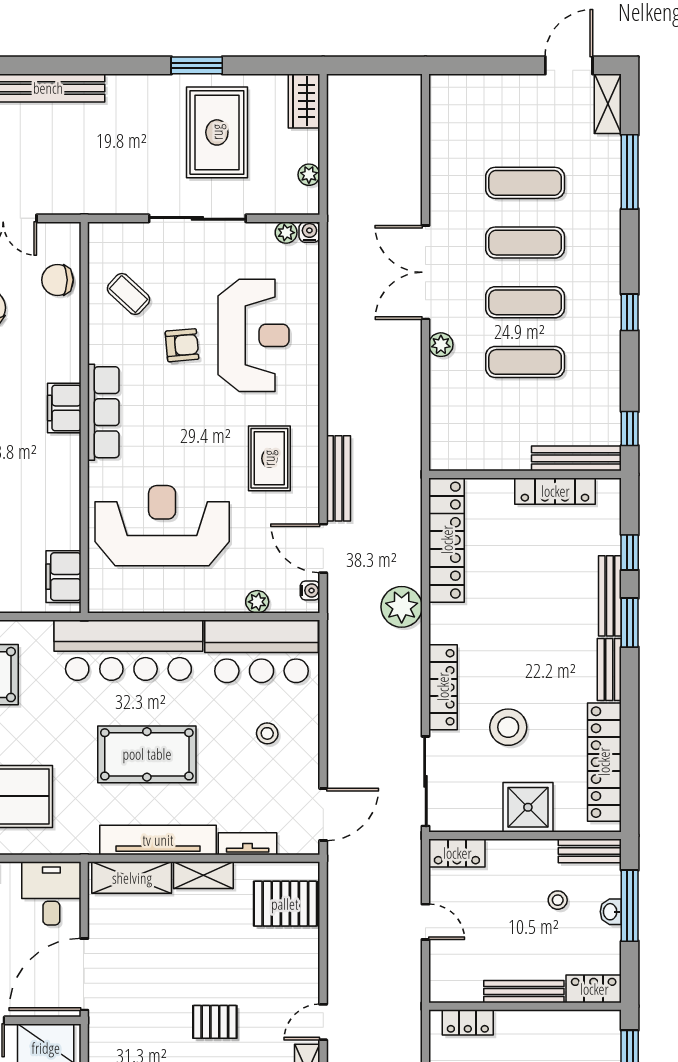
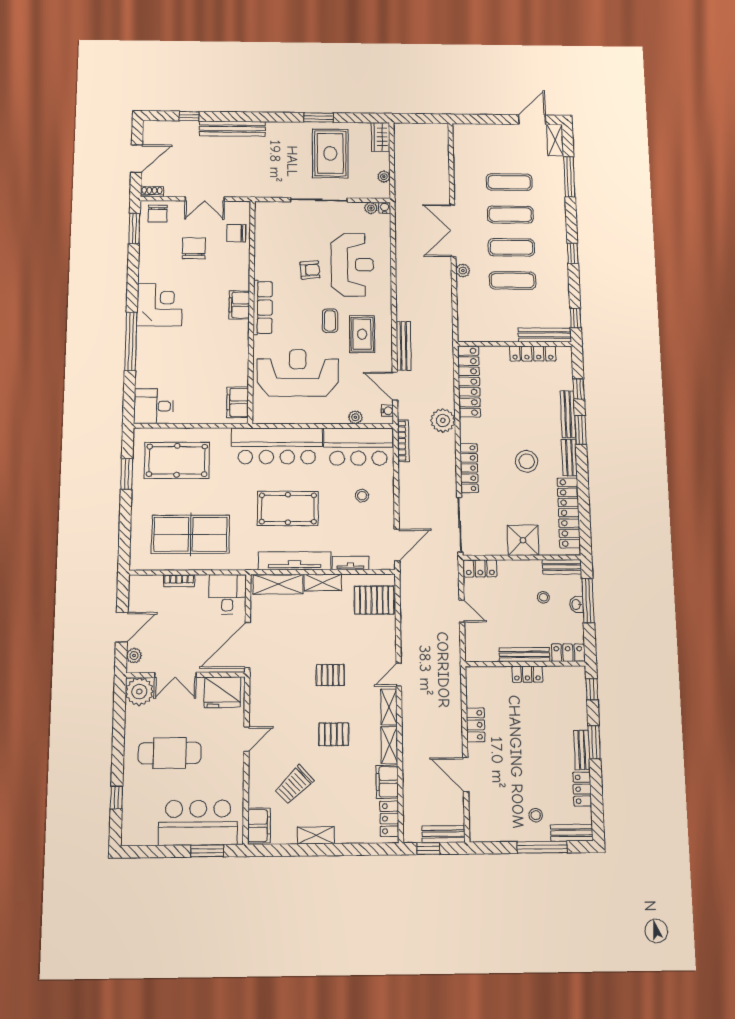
coffee table: (128, 294) -> (330, 321), moved, turned 47
bookcase: (336, 641) -> (403, 441), added
stool: (508, 727) -> (527, 461), moved
locker: (468, 1022) -> (527, 674), moved

